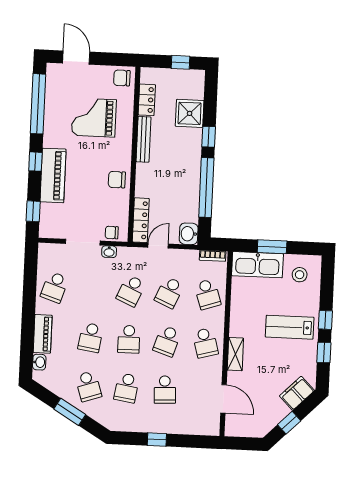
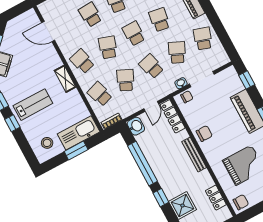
bench: (143, 139) -> (194, 155), moved
school desk: (93, 289) -> (177, 52), added
school desk: (131, 291) -> (151, 66), turned -39
shelving: (235, 354) -> (65, 79), moved

